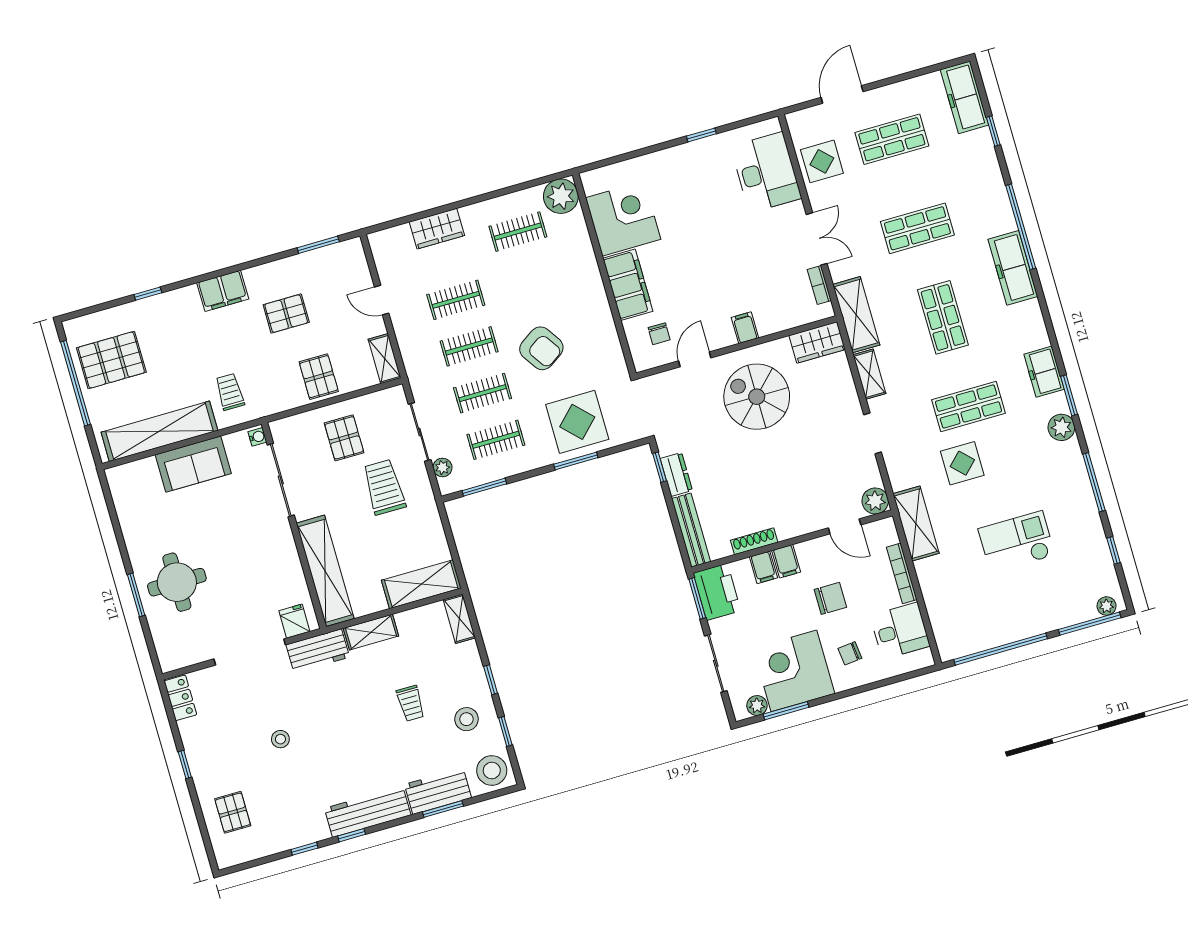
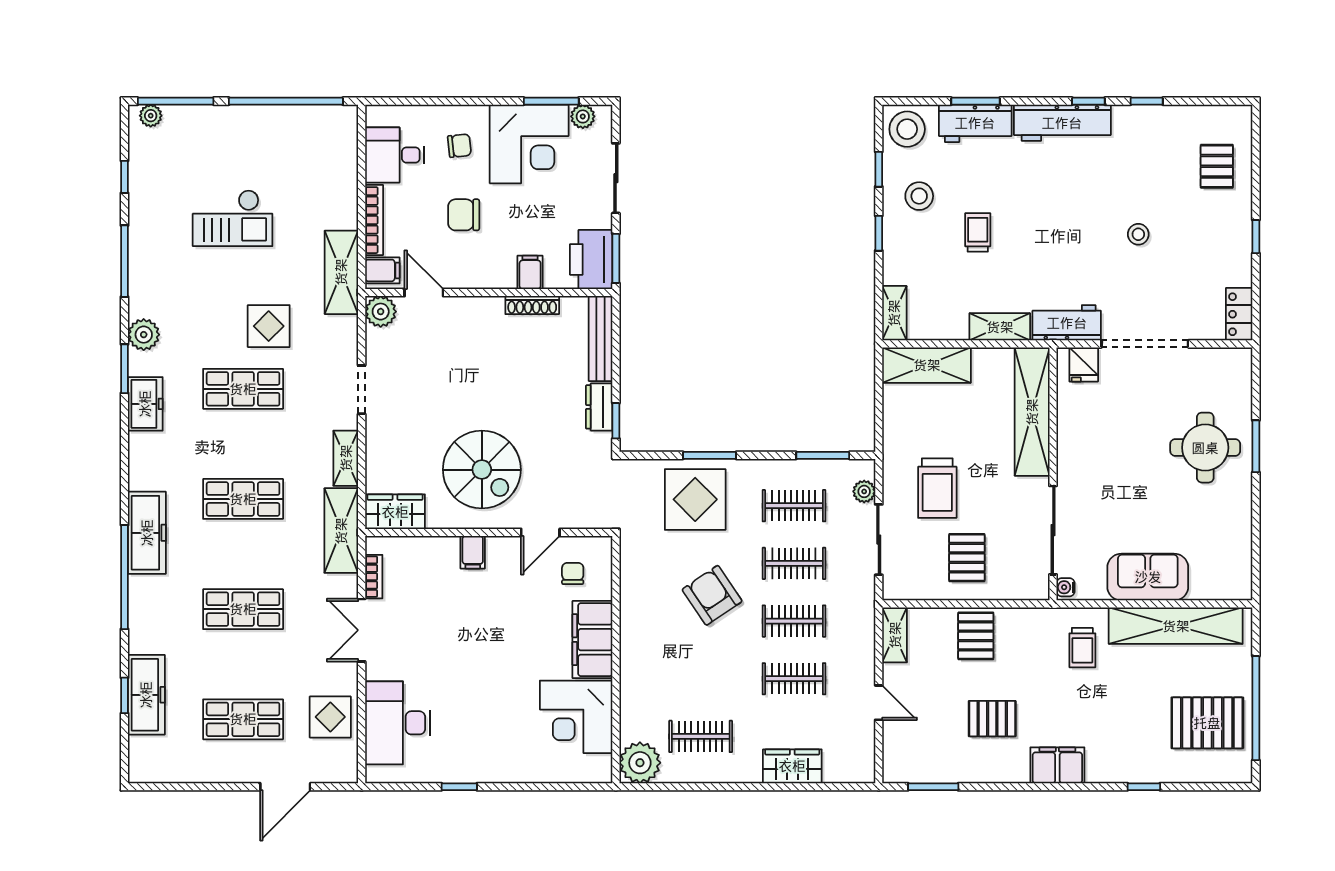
freezer: (964, 97) -> (146, 695), moved
shop shelf: (943, 317) -> (243, 499), turned 90
filing cabinet: (786, 561) -> (382, 270), moved, turned 90

